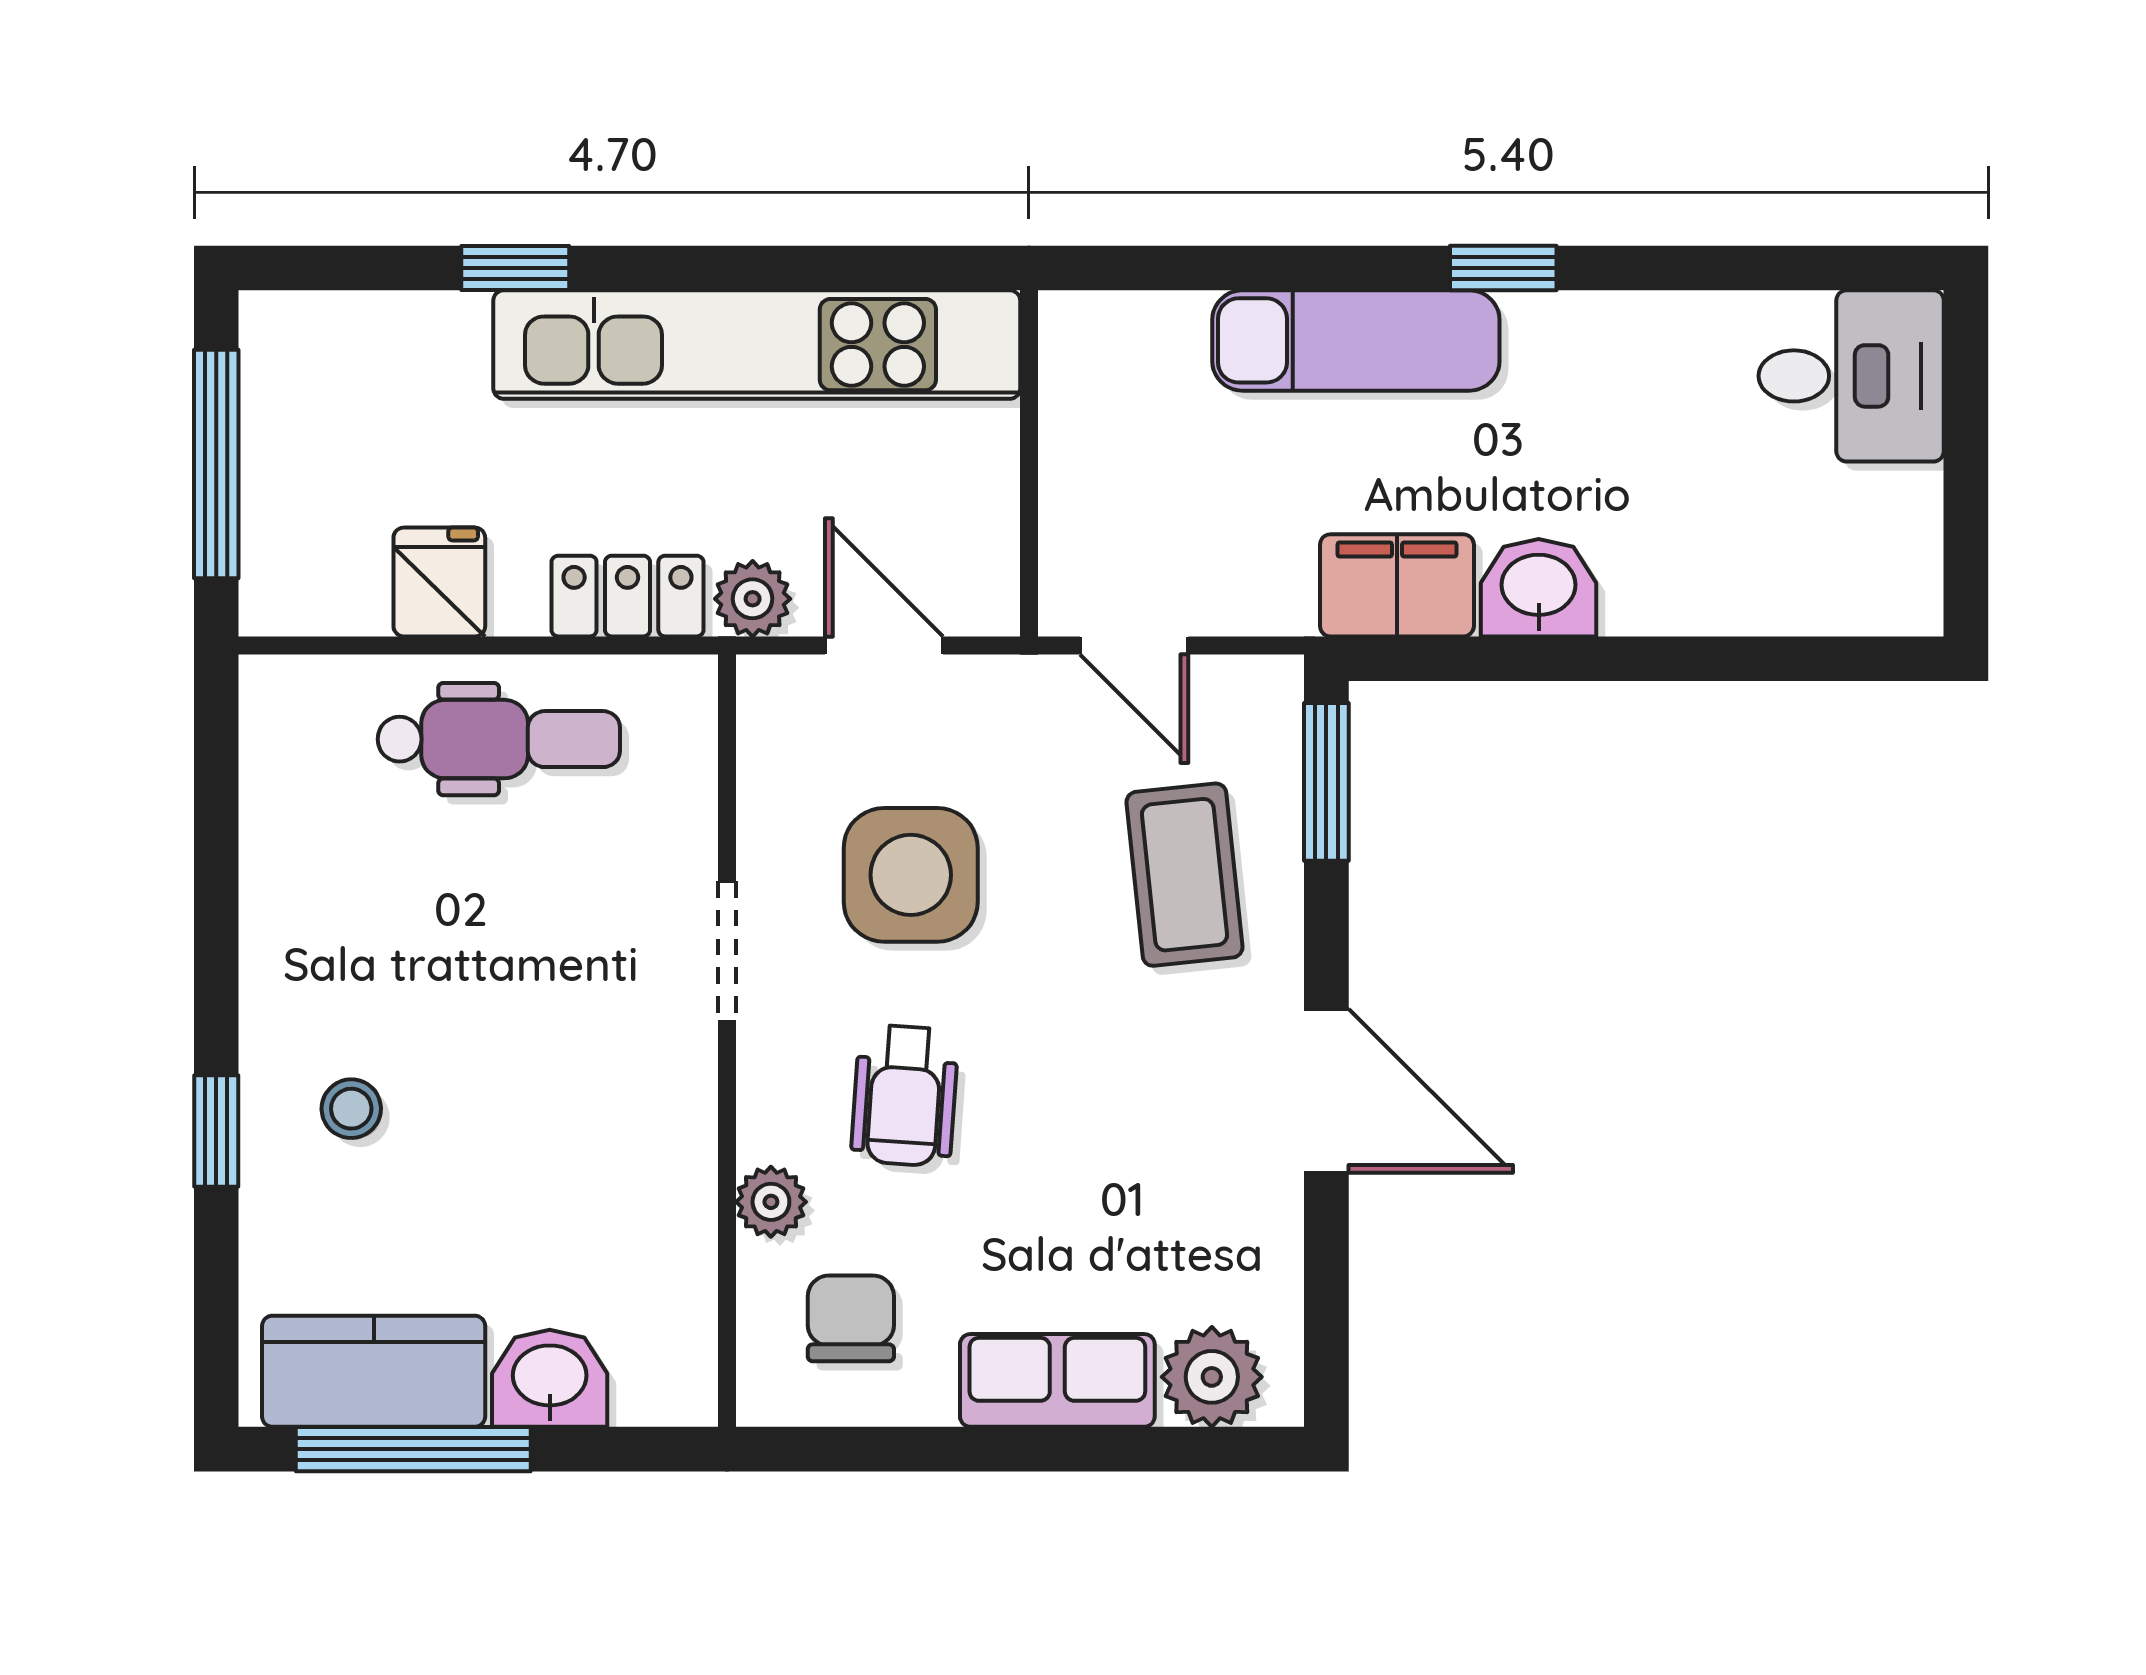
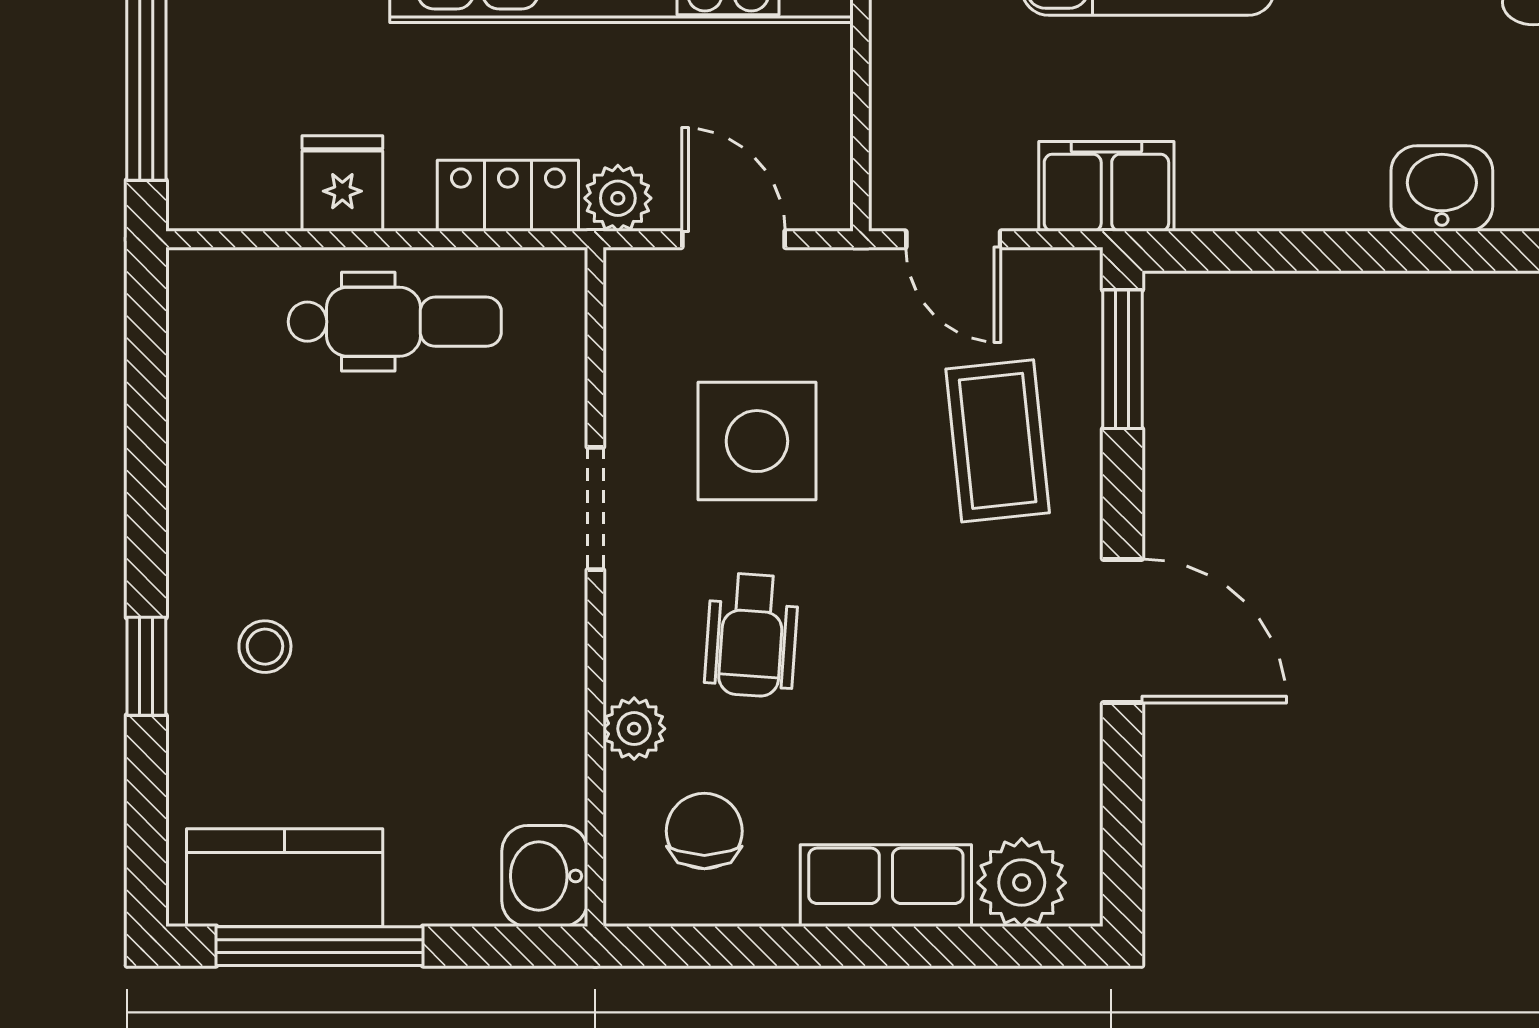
filing cabinet: (1397, 585) -> (1106, 186), moved
washbasin: (1539, 588) -> (1442, 189), moved
washbasin: (550, 1378) -> (545, 876), moved, turned -90

